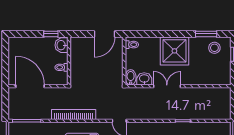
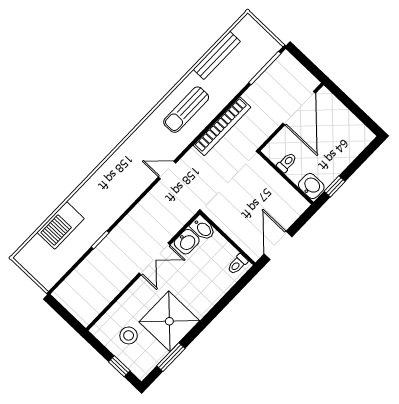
stool: (214, 48) -> (129, 335), moved
shower: (174, 51) -> (169, 321), moved
door: (30, 86) -> (299, 108), hinge flipped

